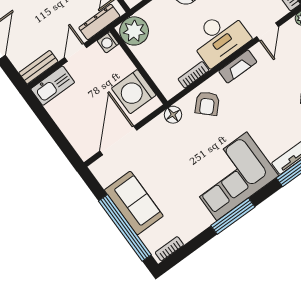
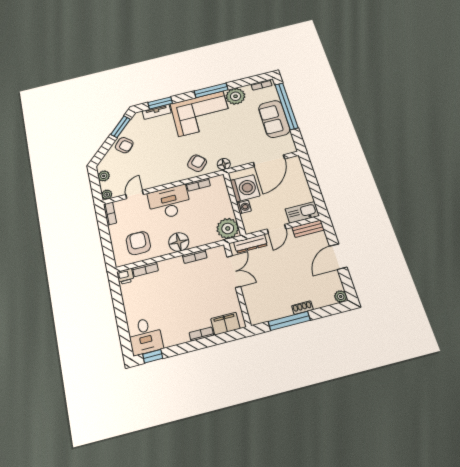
washing machine: (108, 42) -> (244, 207), moved
fireplace: (238, 67) -> (165, 179), removed
plant: (197, 219) -> (236, 96), added

